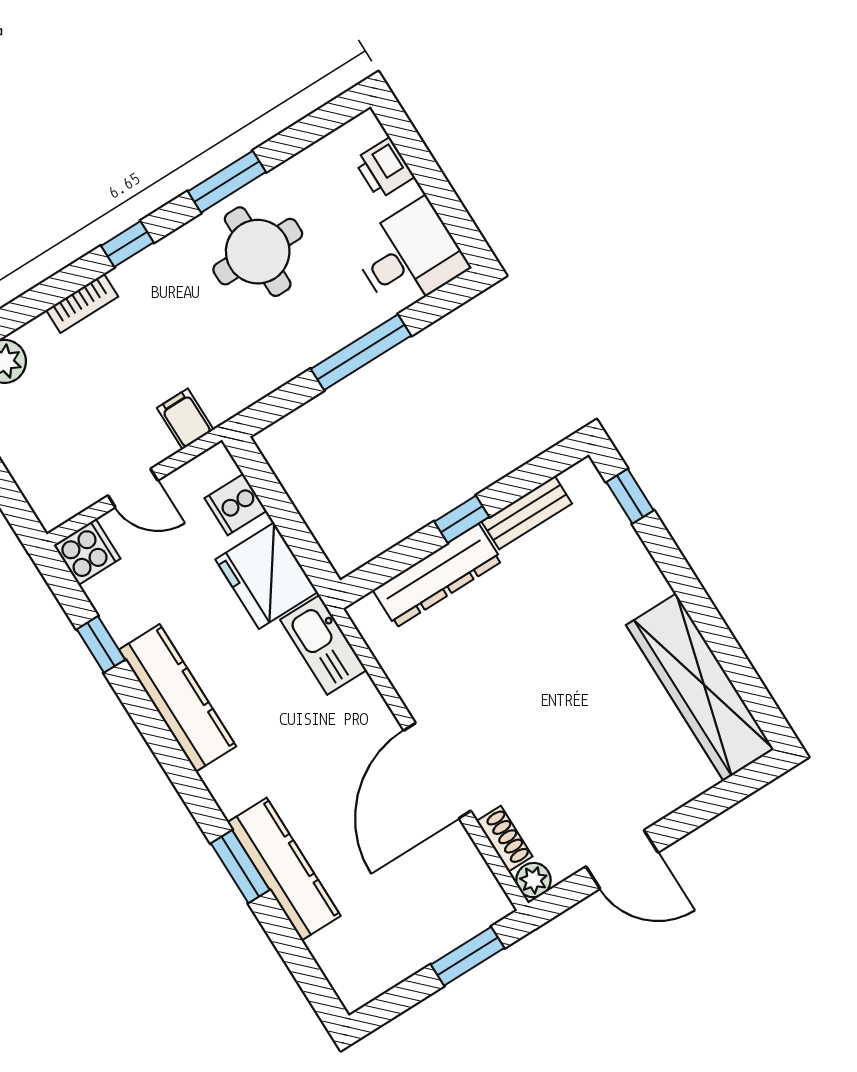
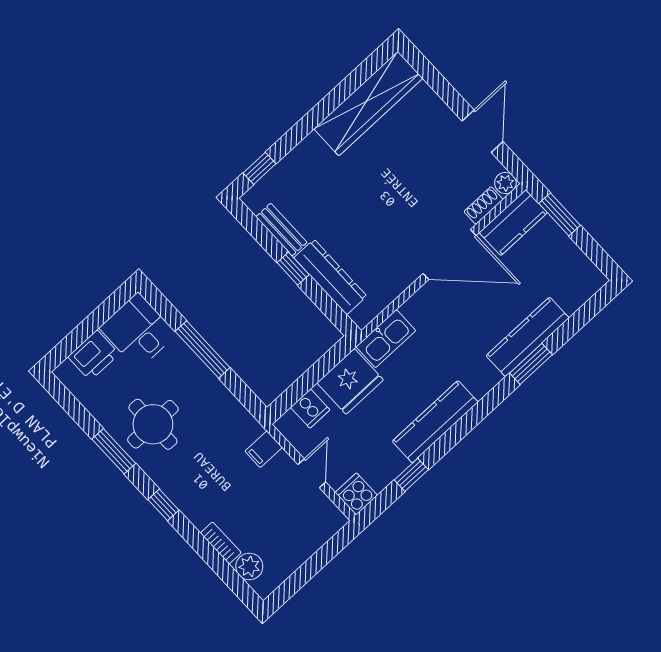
printer: (384, 168) -> (94, 355), width x1.36, depth x1.24
bookcase: (82, 303) -> (221, 543), moved
kitchen counter: (469, 881) -> (513, 223), added

